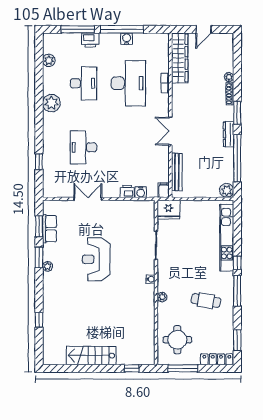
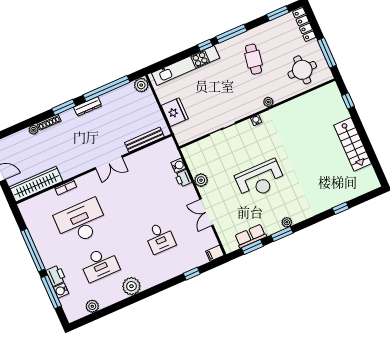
water cooler: (127, 39) -> (61, 291), moved
desk: (83, 83) -> (100, 264), turned 180
desk: (83, 147) -> (160, 238), width x0.73
filing cabinet: (164, 190) -> (215, 253), moved
plant: (119, 207) -> (201, 180), added
fridge: (168, 210) -> (175, 112), moved

